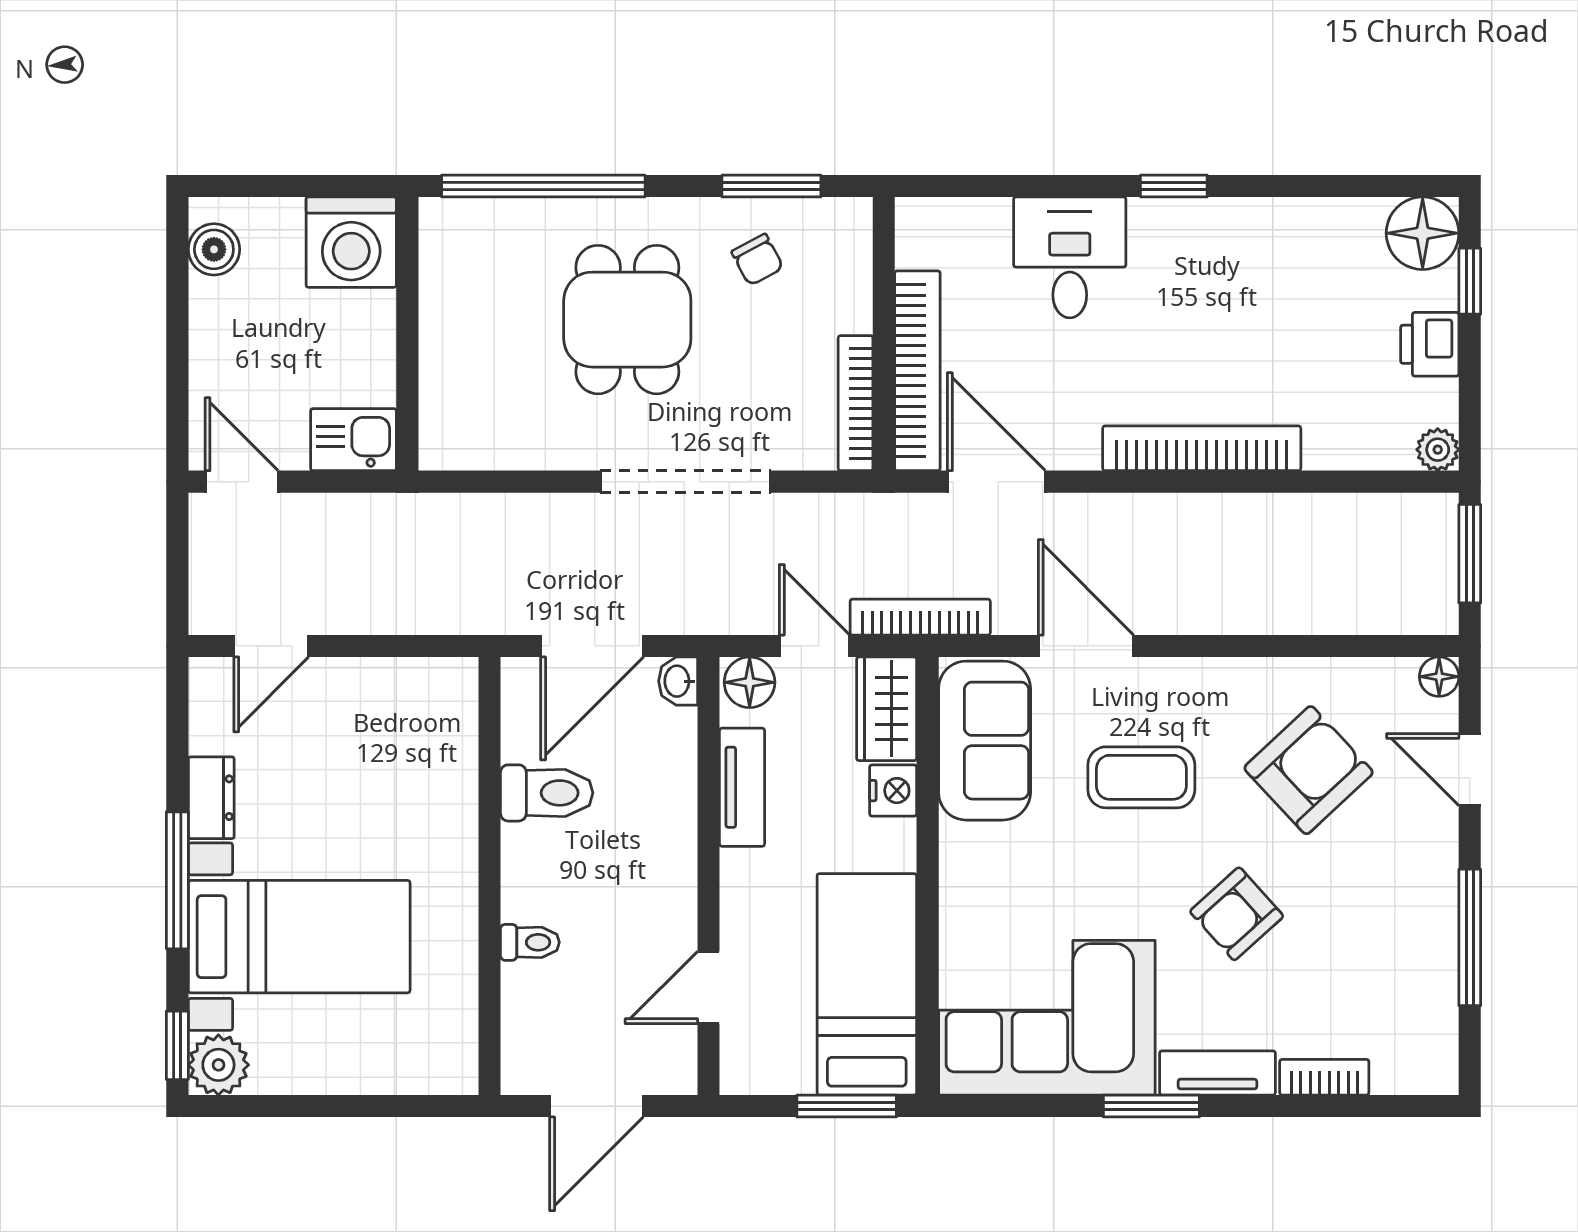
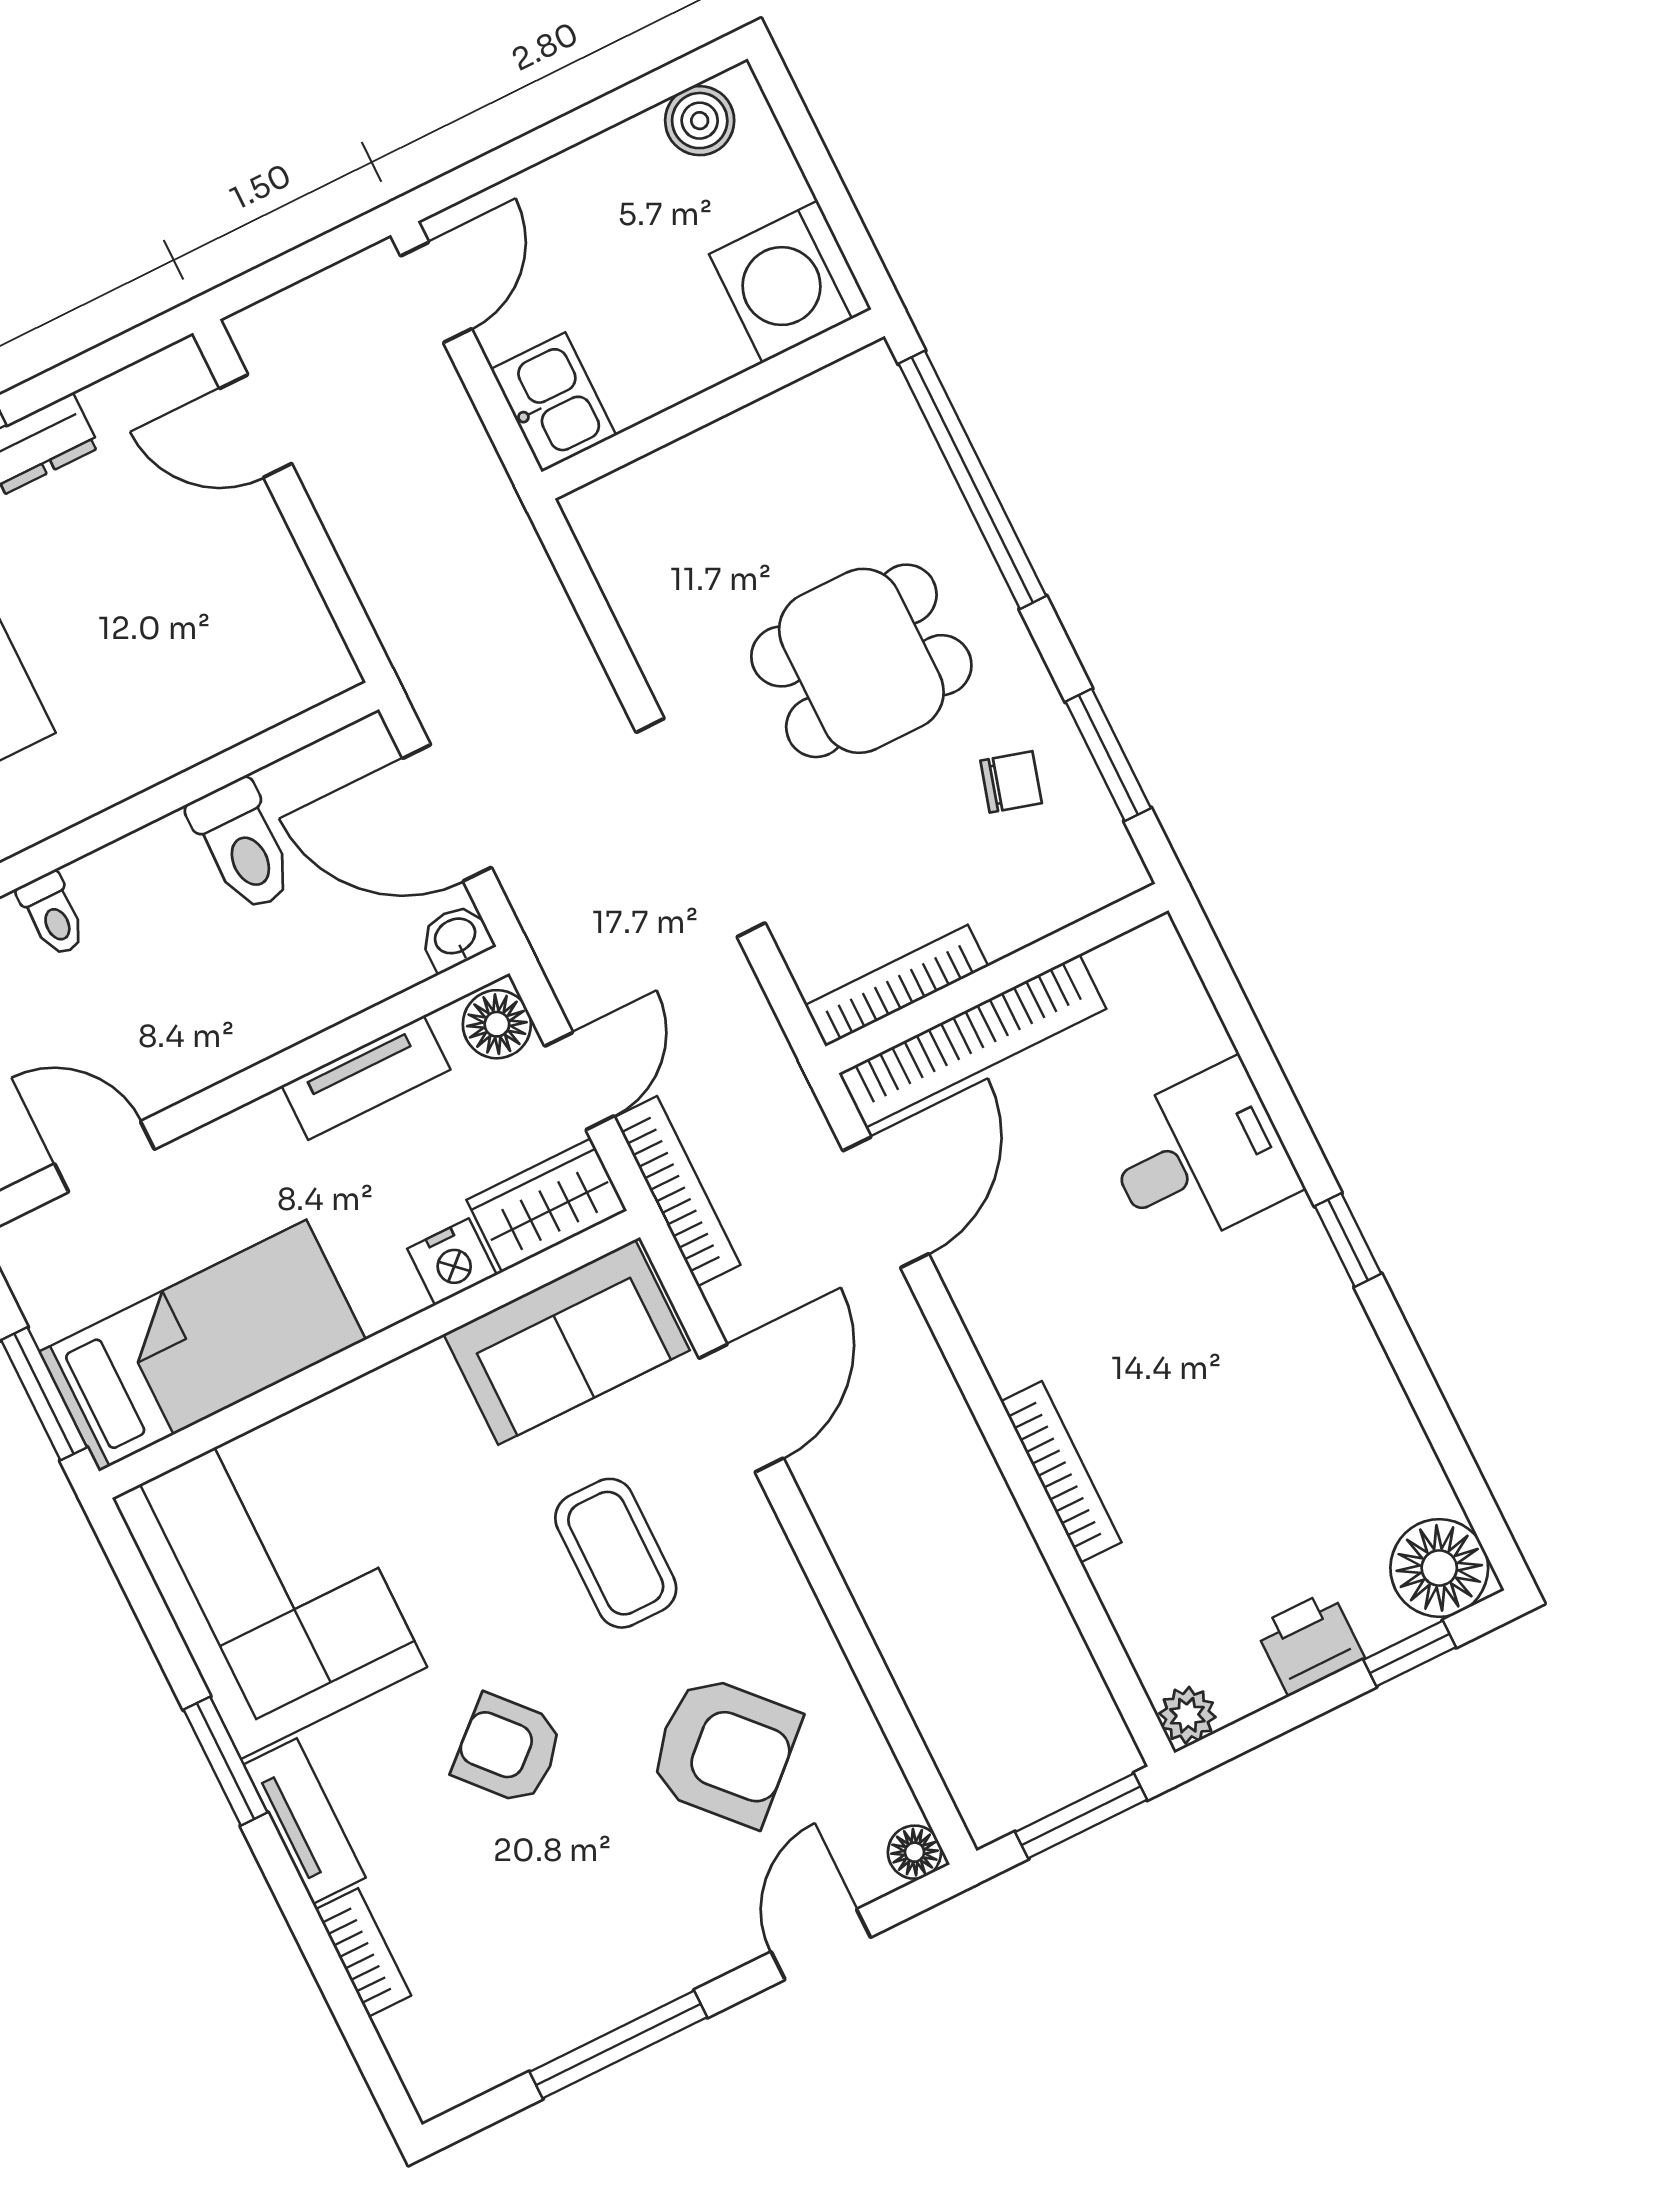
chair: (757, 260) -> (1011, 782), turned -136
bookcase: (1202, 448) -> (1061, 1472), width x0.68, depth x0.76

